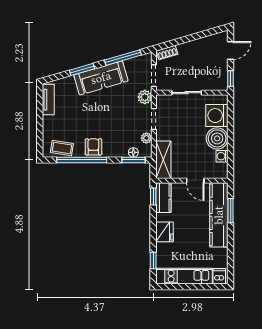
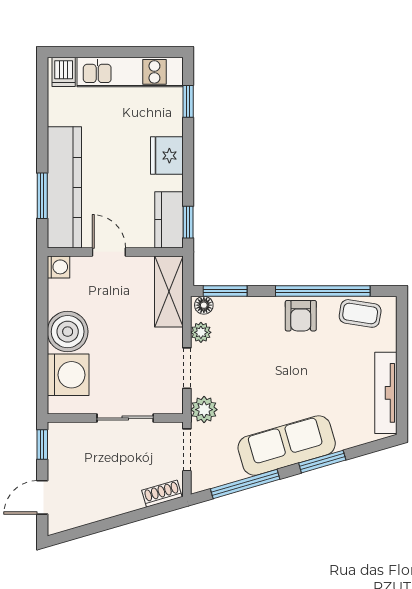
tv unit: (48, 100) -> (386, 393), width x1.41
floor lamp: (133, 152) -> (204, 305), moved
washing machine: (222, 156) -> (58, 267), moved

